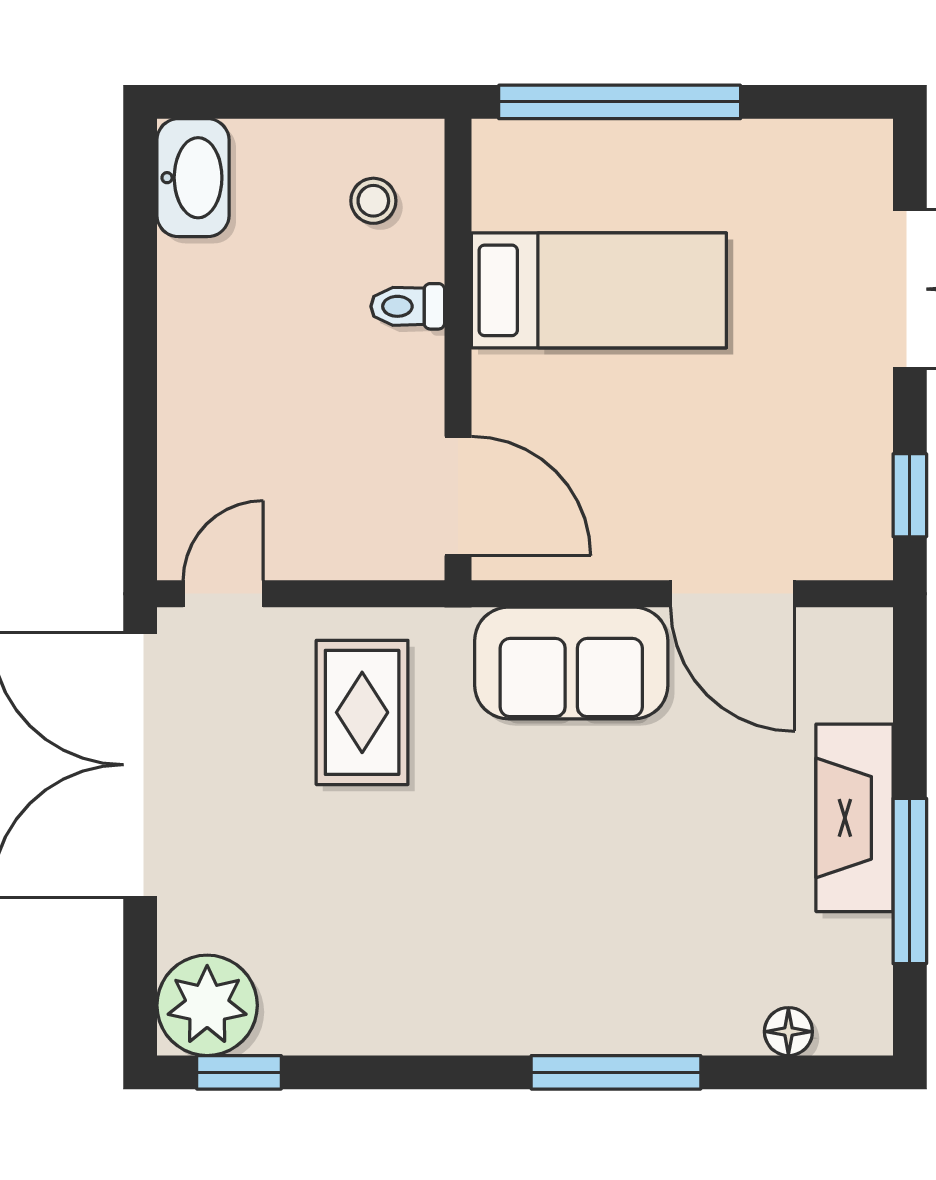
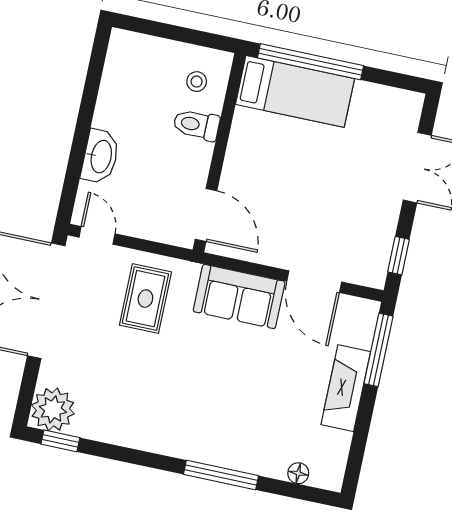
washbasin: (193, 178) -> (100, 156), moved
bed: (599, 290) -> (295, 91), moved
toilet: (408, 306) -> (196, 125), width x1.37, depth x1.39
door: (223, 594) -> (97, 235), hinge flipped
window: (910, 881) -> (379, 350), moved

